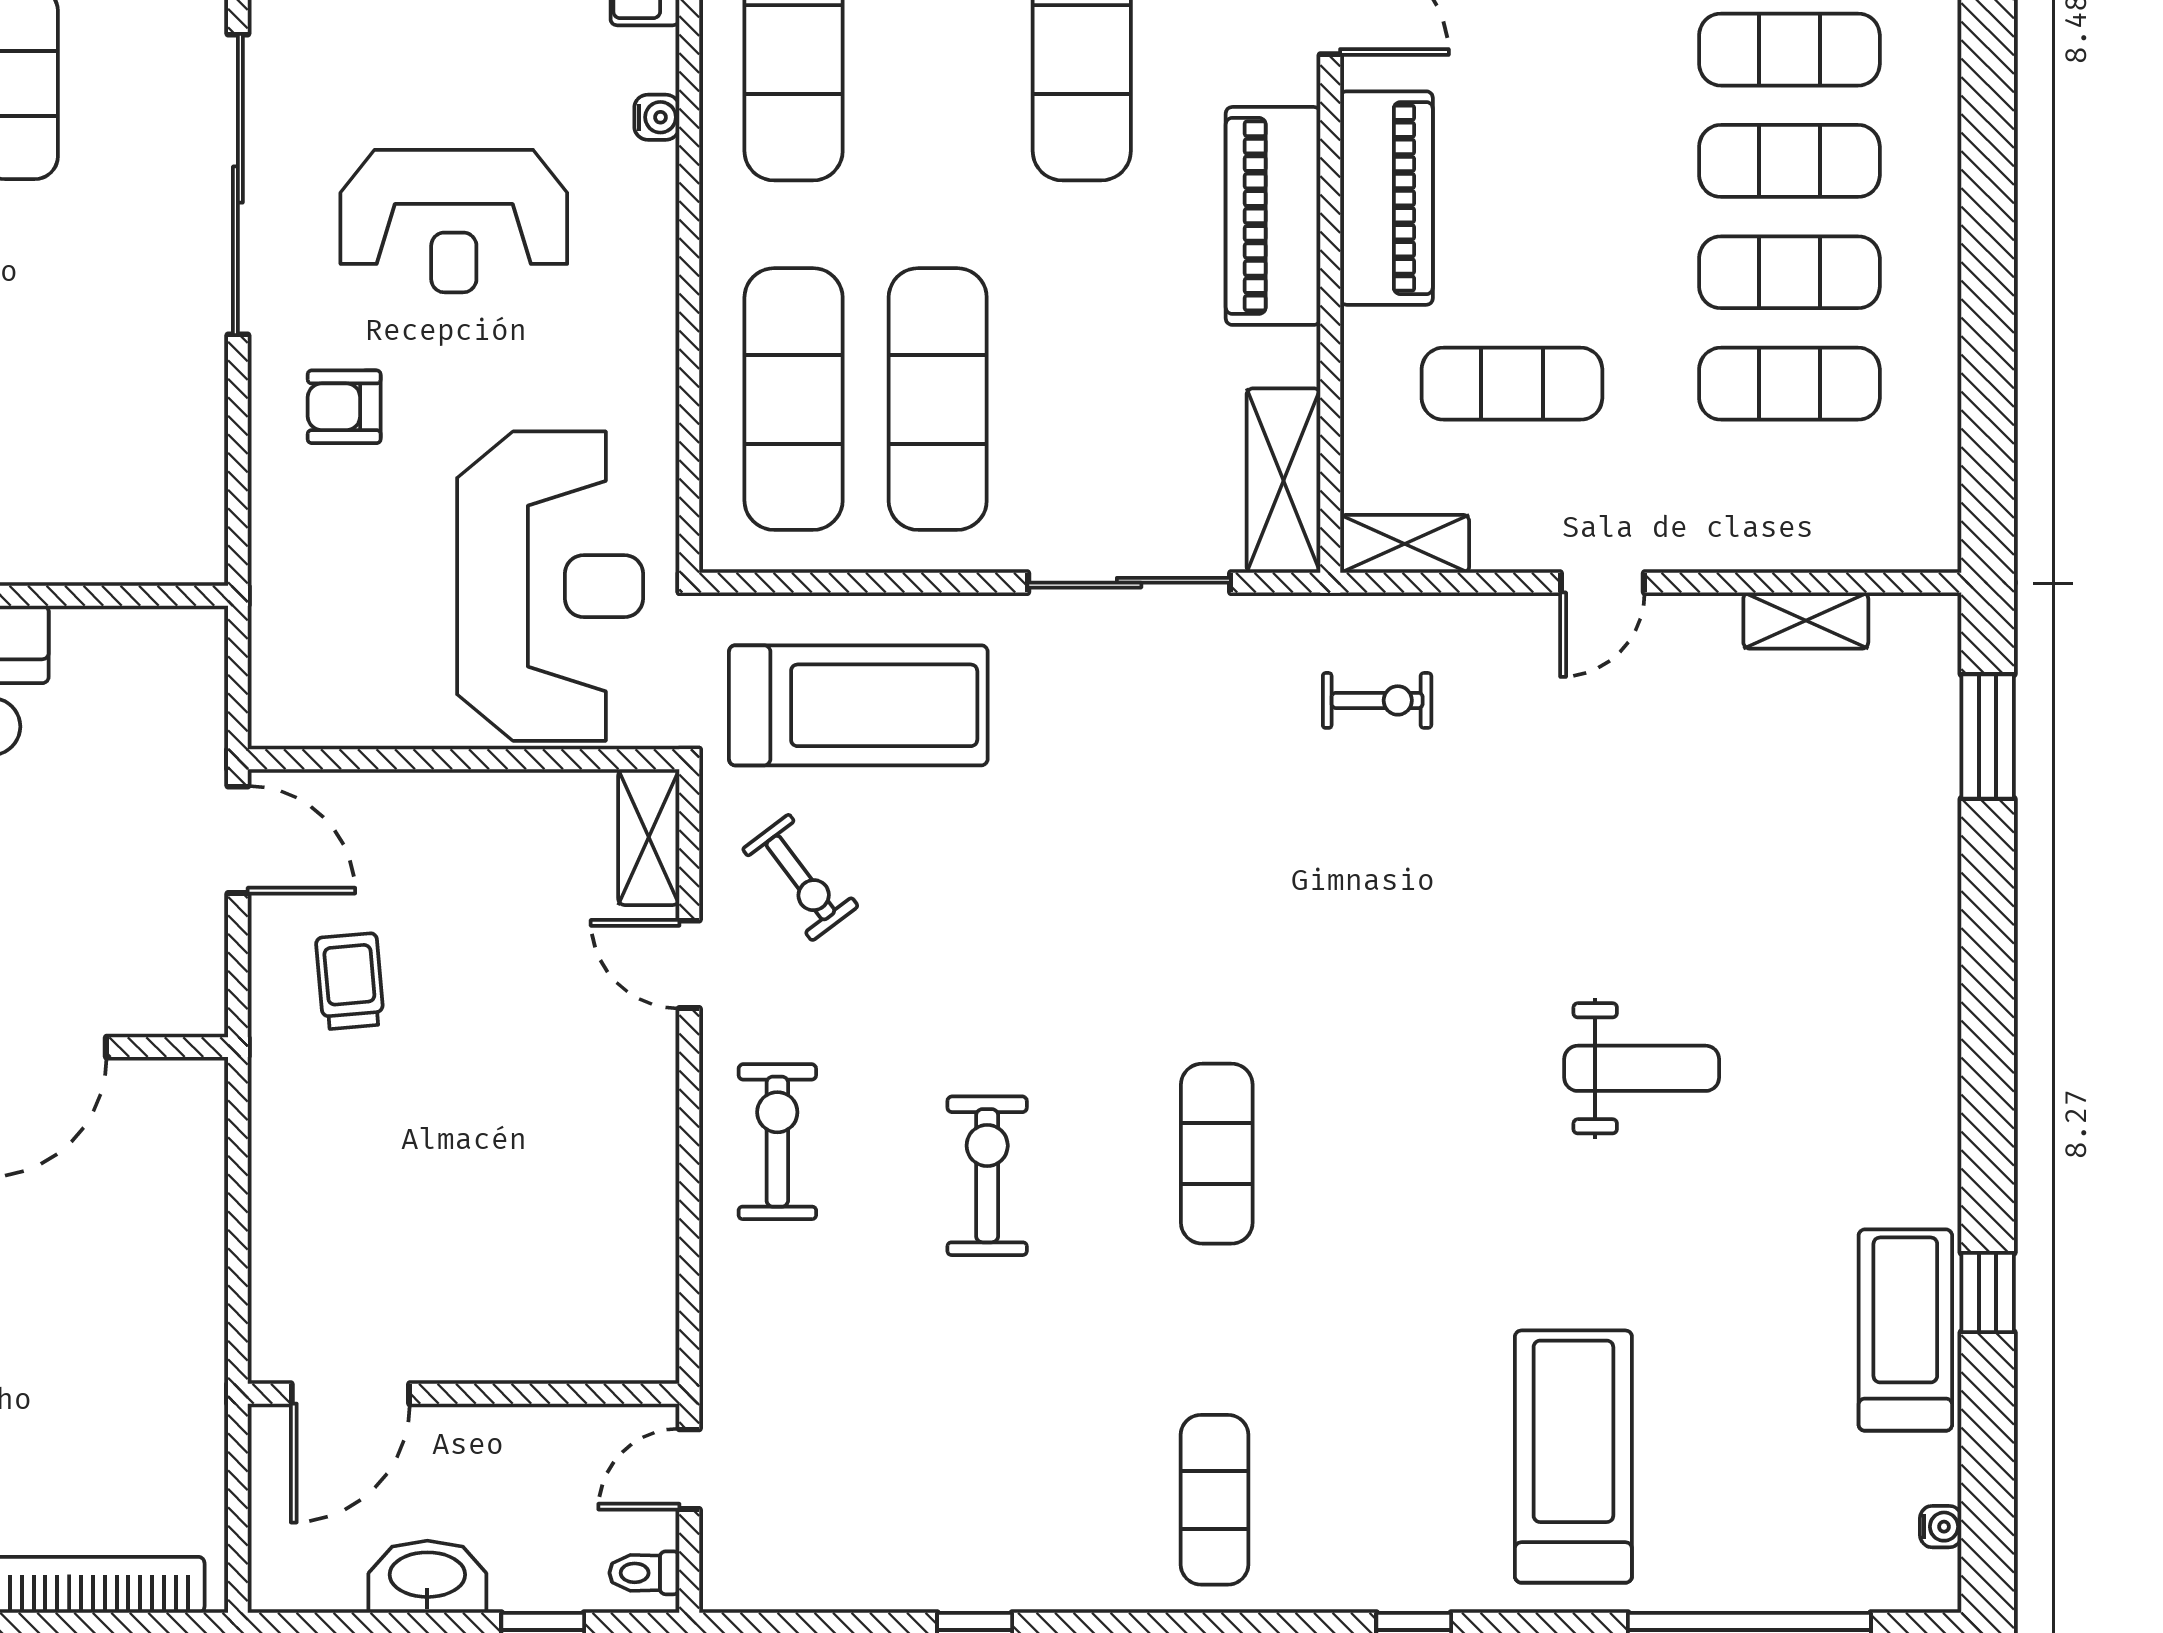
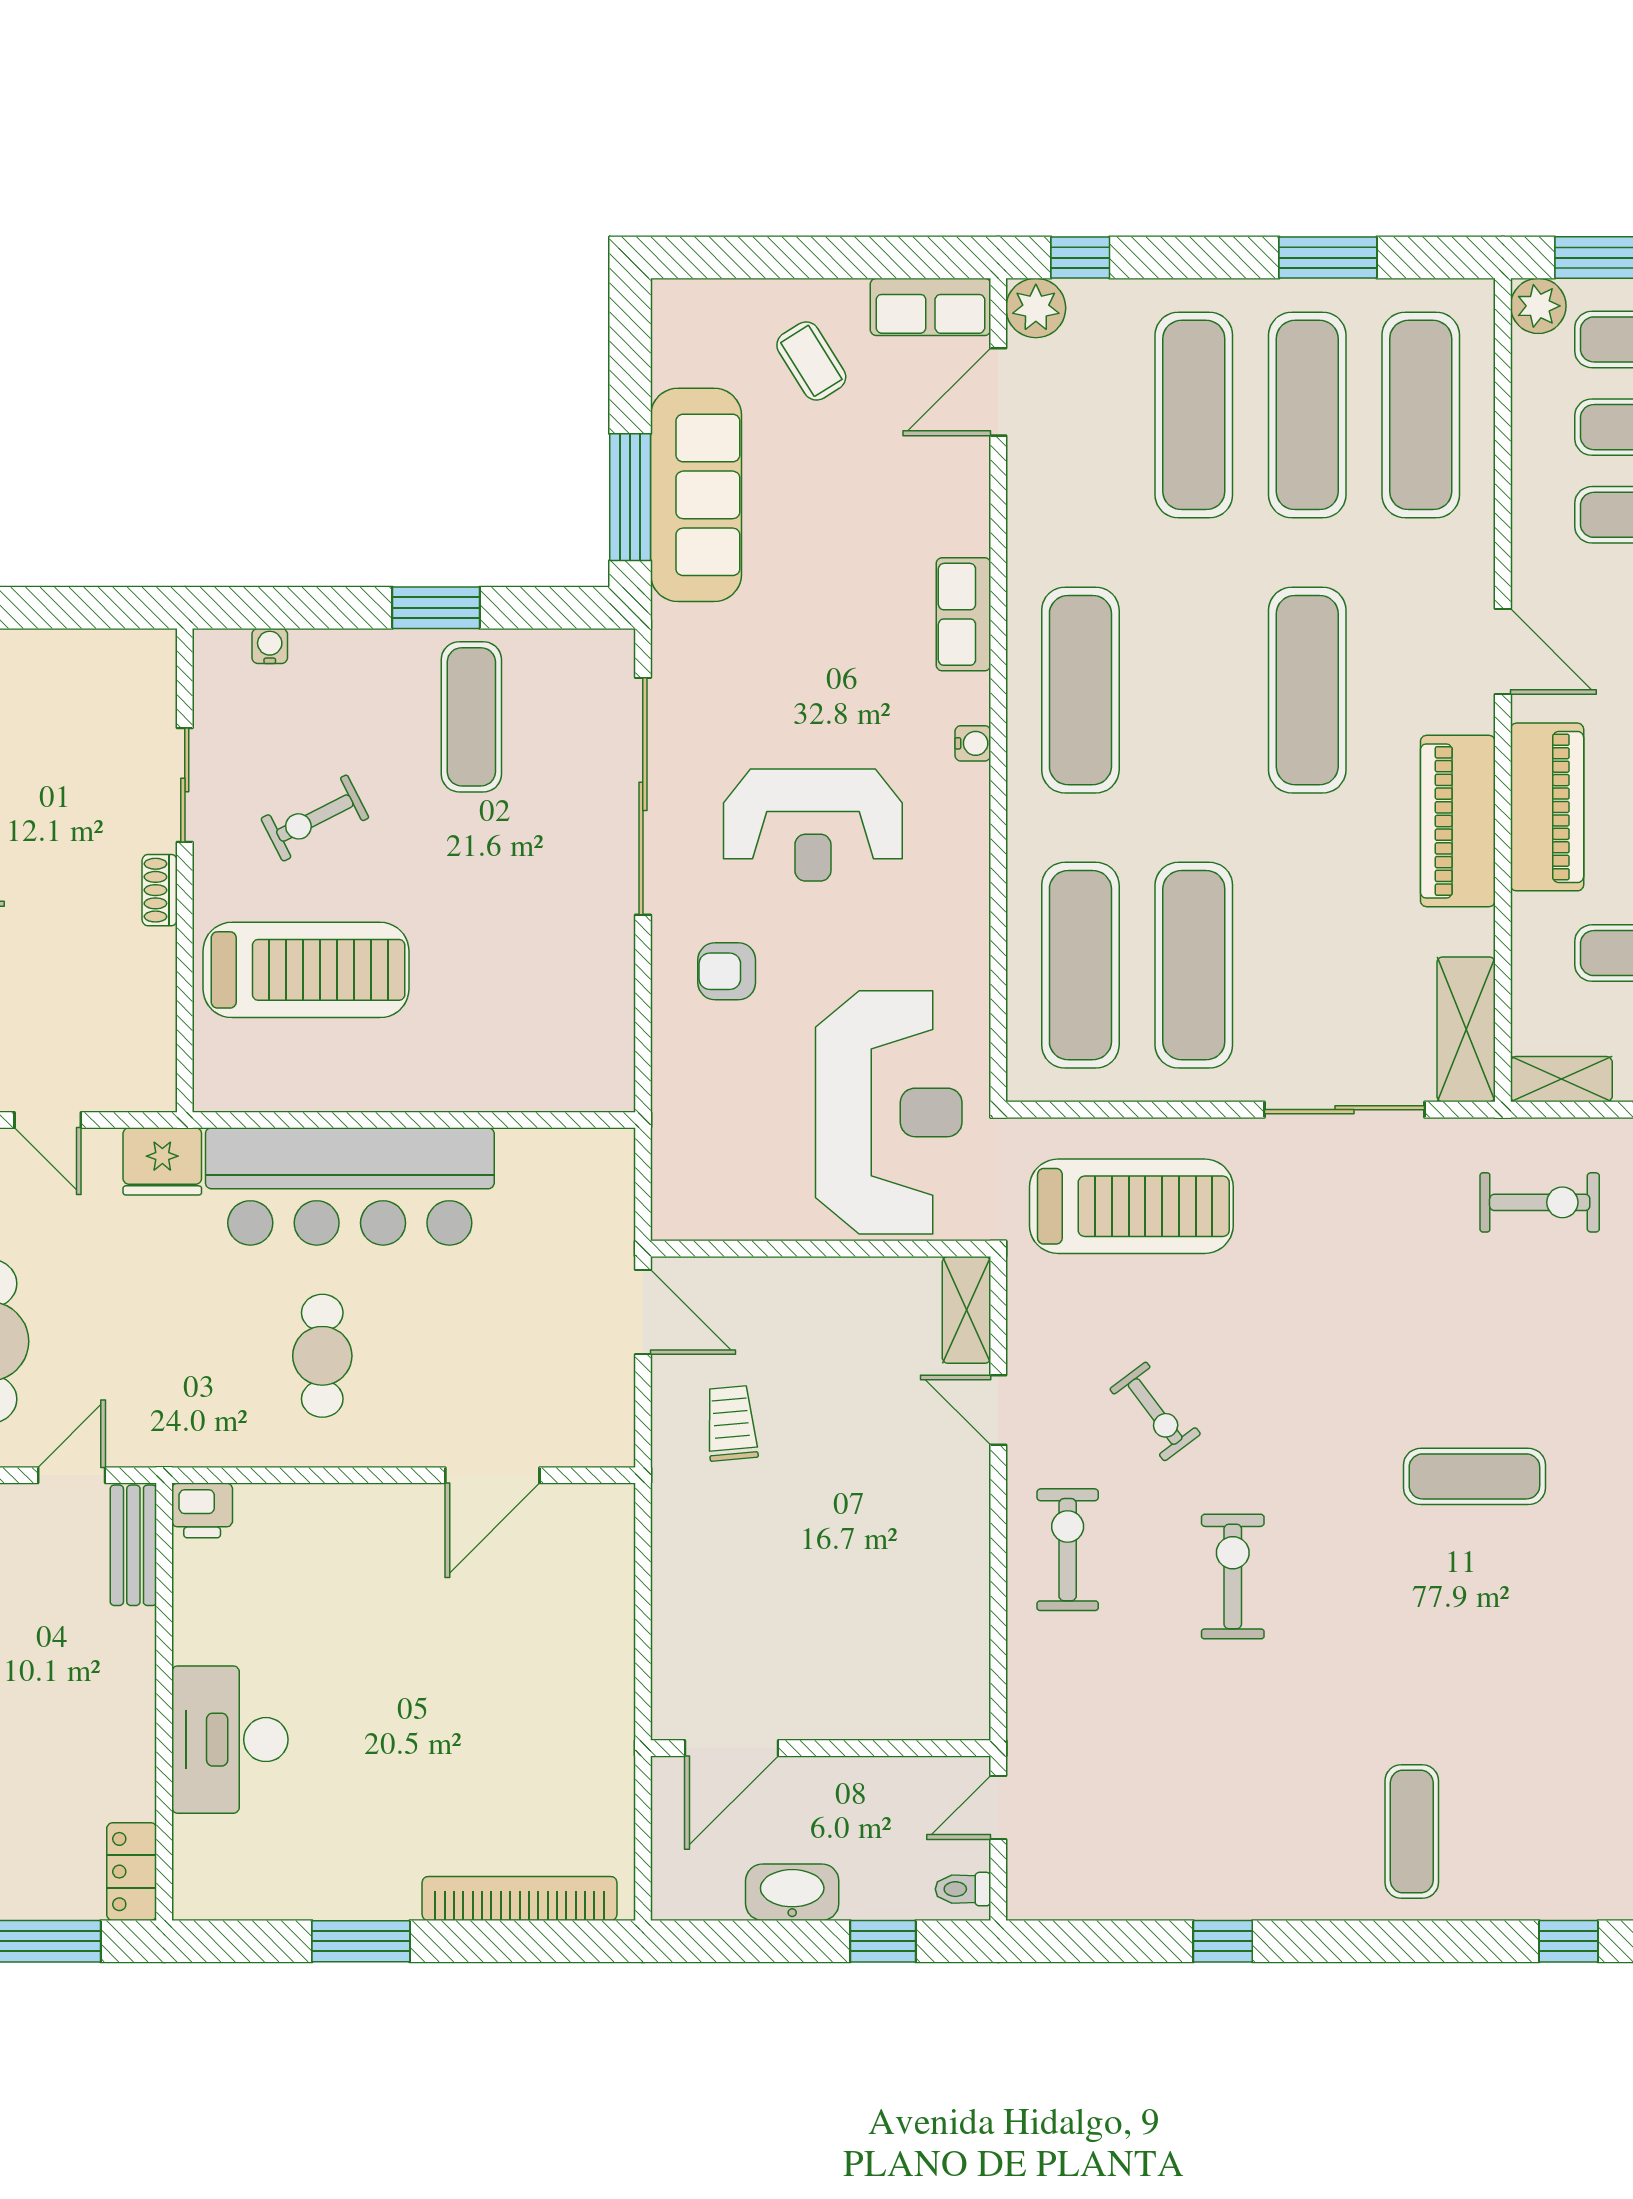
exercise bike: (1377, 700) -> (1540, 1202), width x1.38, depth x1.39
exercise bike: (800, 878) -> (1155, 1411), moved
exercise mat: (1217, 1154) -> (1474, 1476), moved, turned 90

